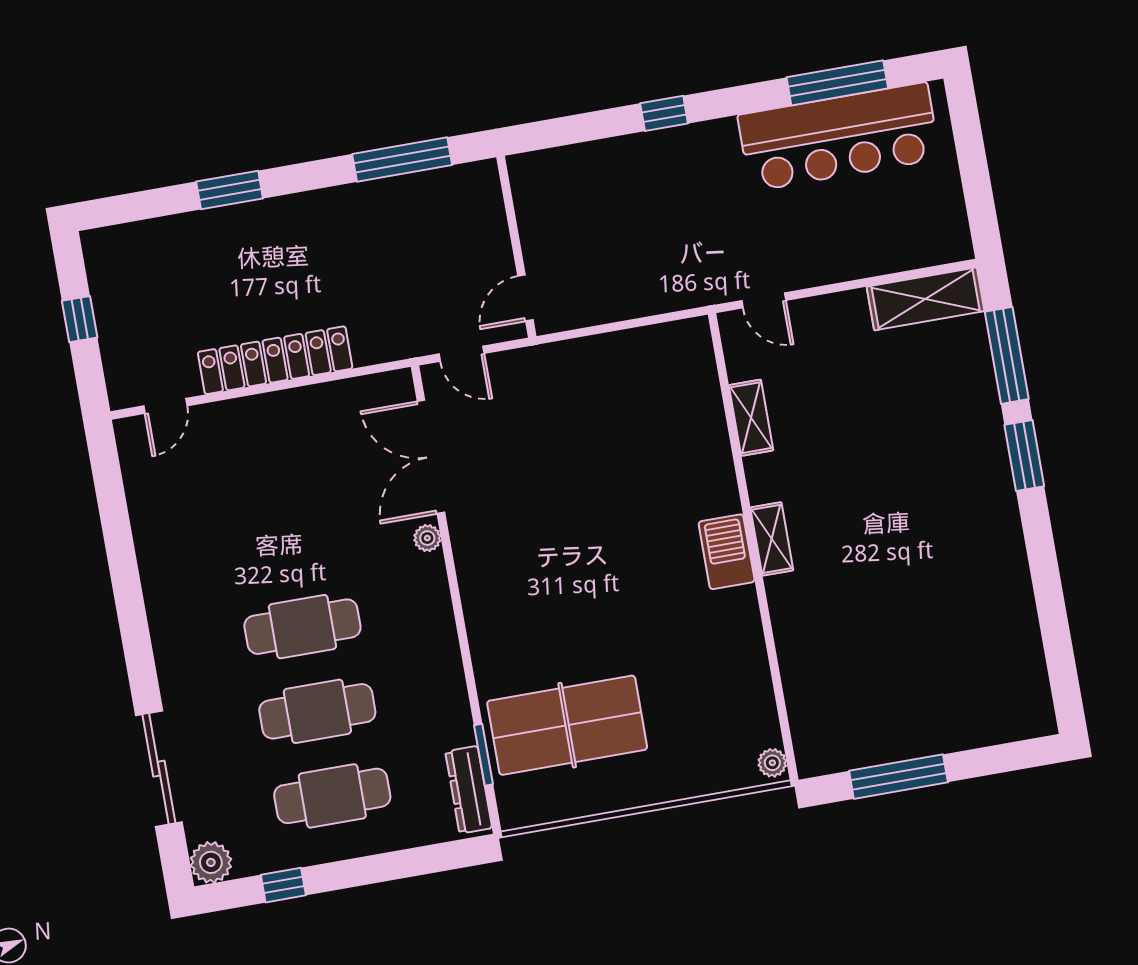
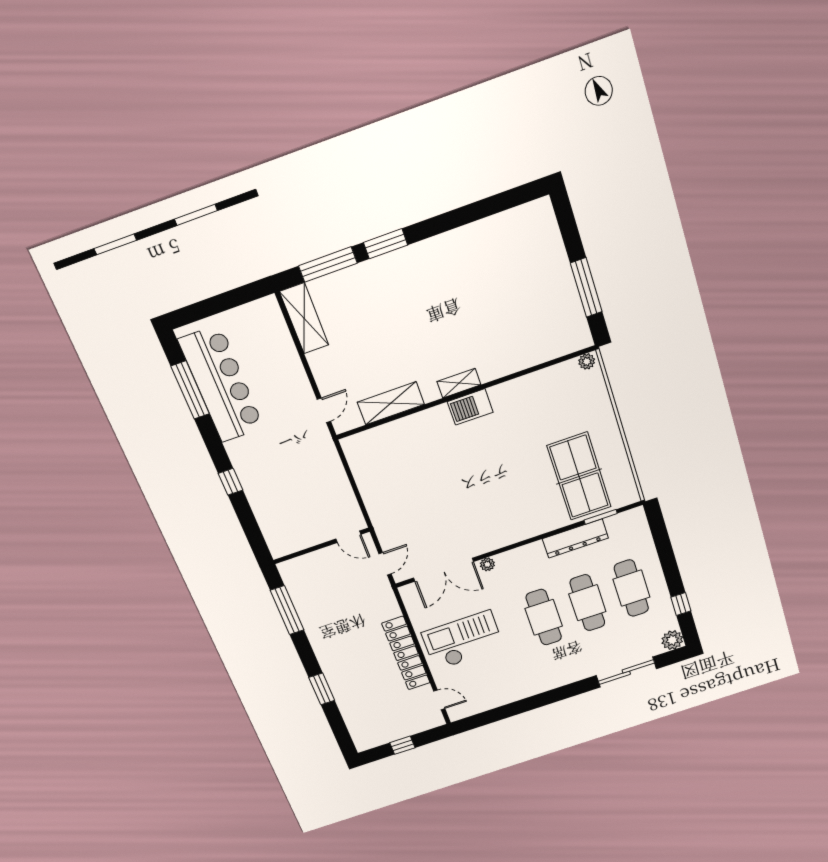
shelving: (751, 418) -> (391, 403), width x1.50, depth x1.33
checkout: (282, 470) -> (463, 640), added
dresser: (469, 790) -> (575, 538), moved, width x1.37, depth x1.24

